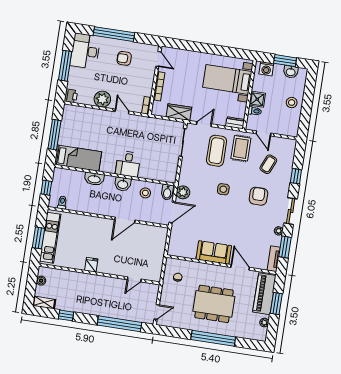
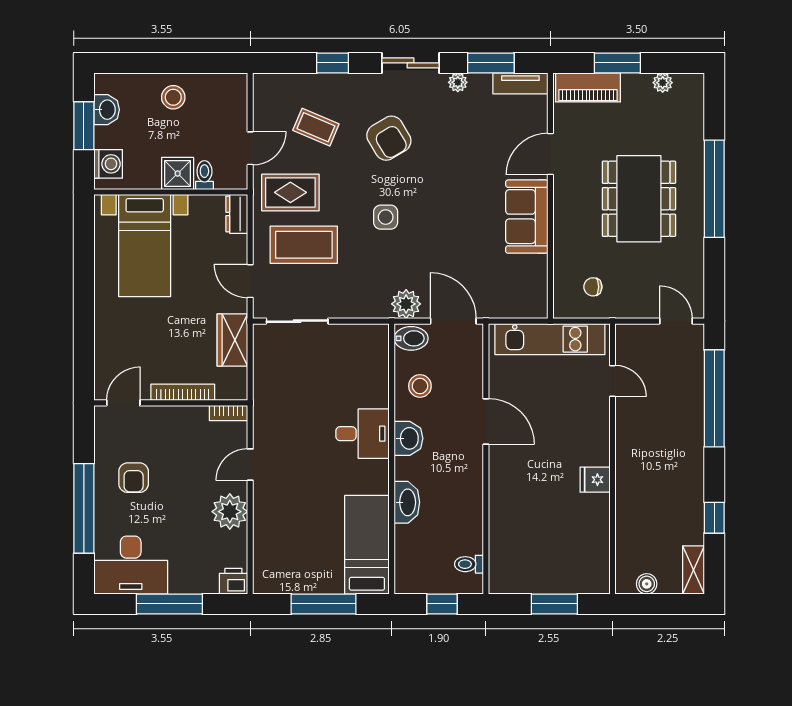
armchair: (258, 196) -> (389, 138), turned -121
kitchen unit: (50, 238) -> (550, 339), moved, turned 180
piano: (264, 294) -> (588, 87), width x0.73, depth x0.75

